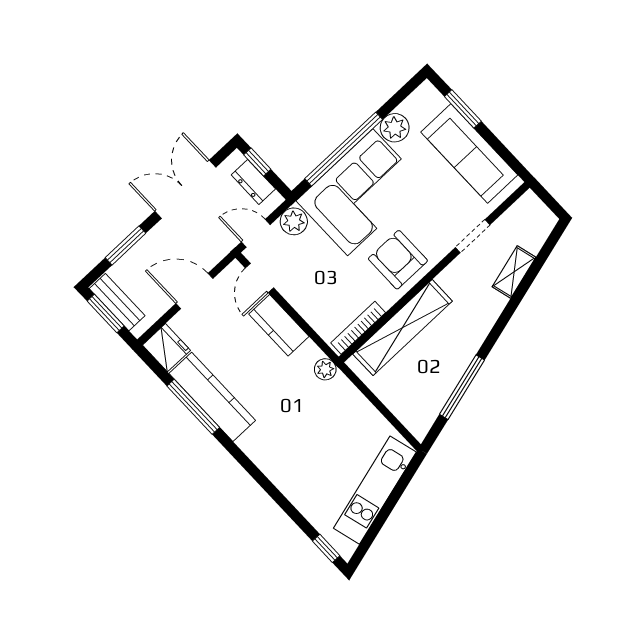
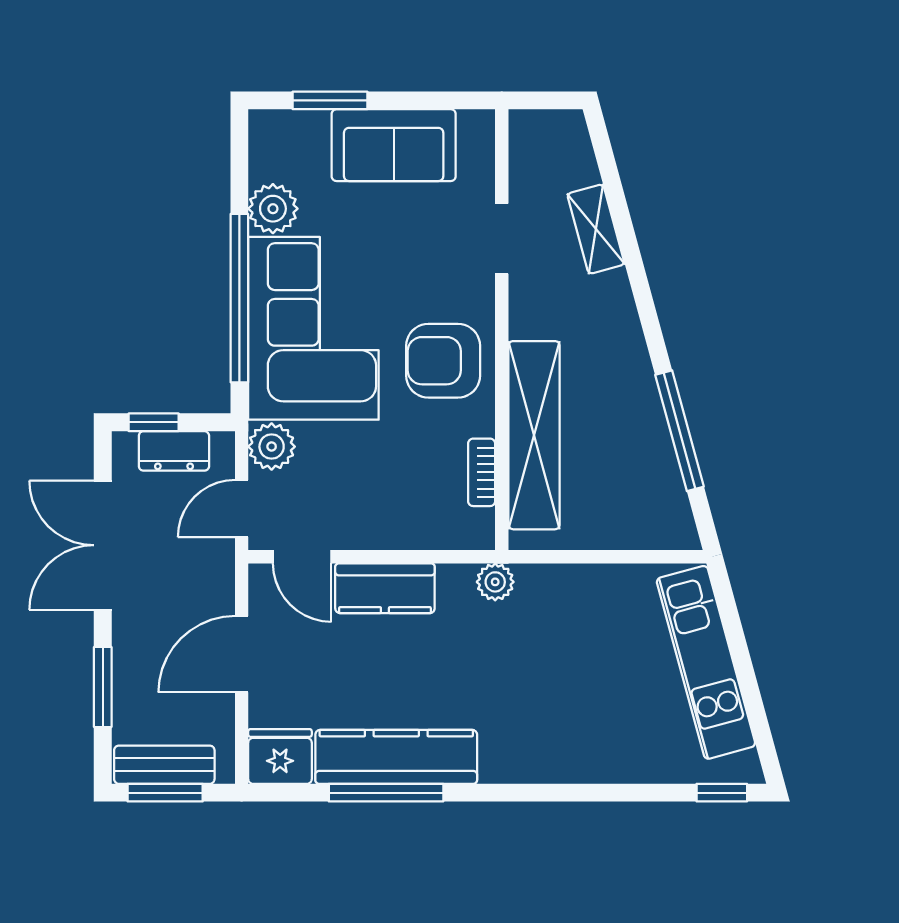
sofa: (469, 154) -> (394, 145), width x0.73
bookcase: (358, 328) -> (482, 472), width x0.64

